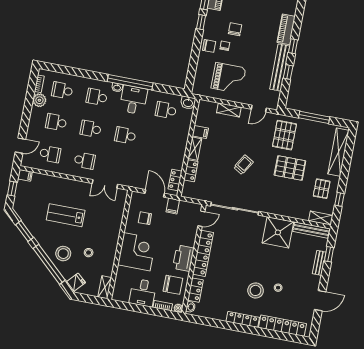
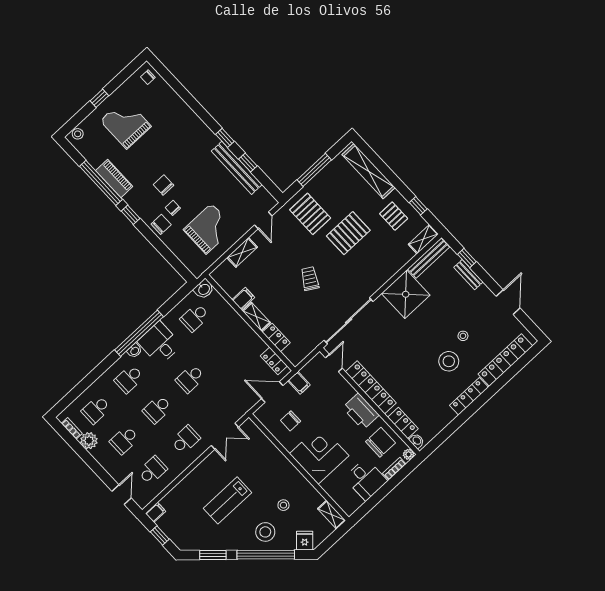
piano: (286, 29) -> (202, 132), removed

